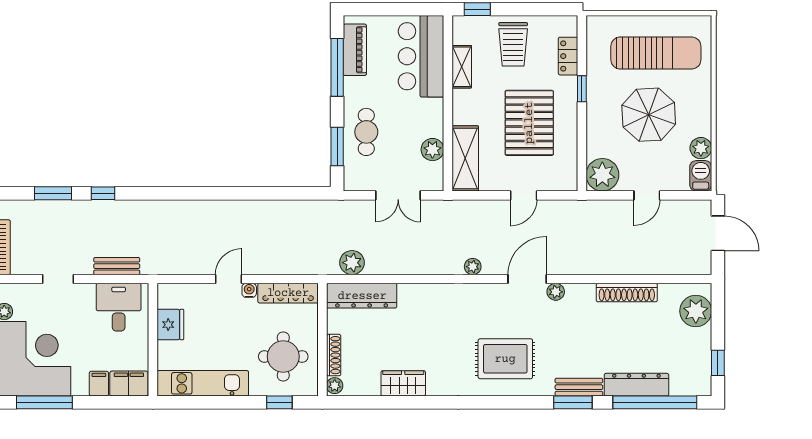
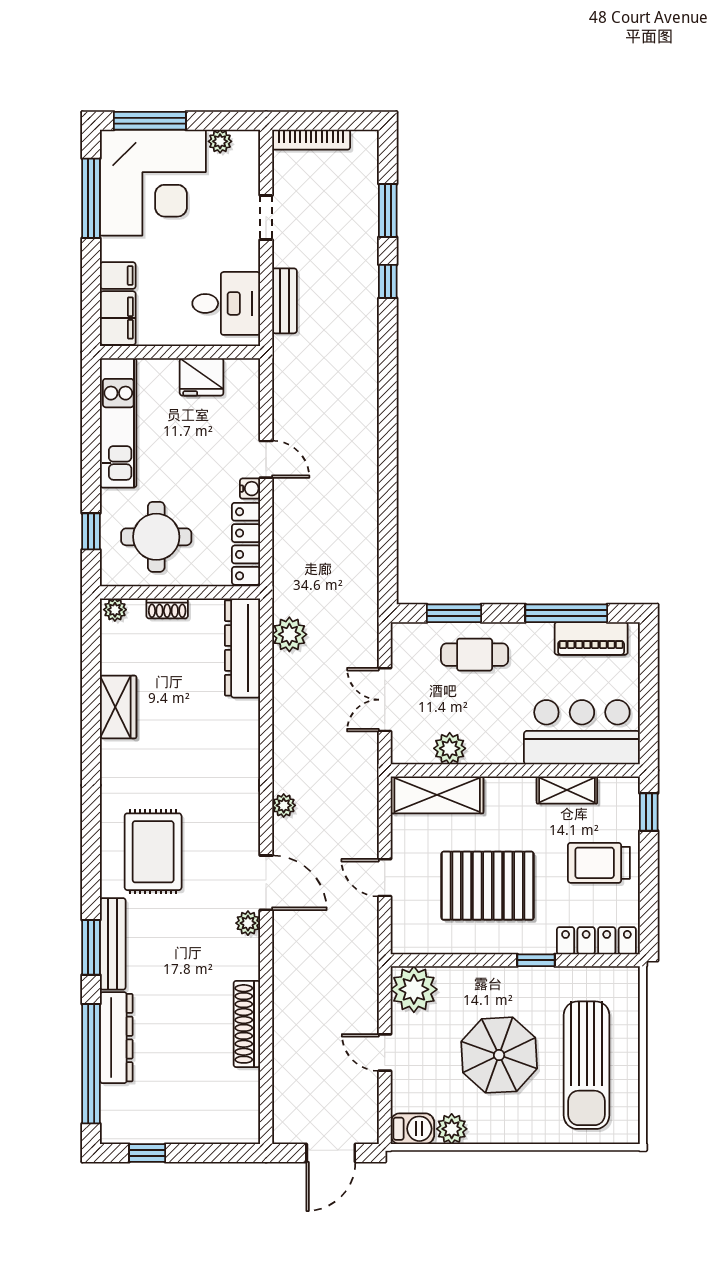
locker: (568, 56) -> (596, 941), width x1.53
plant: (696, 311) -> (221, 1122), removed
shoe rack: (334, 355) -> (167, 608), width x0.70
bench: (579, 387) -> (113, 944), width x1.36

